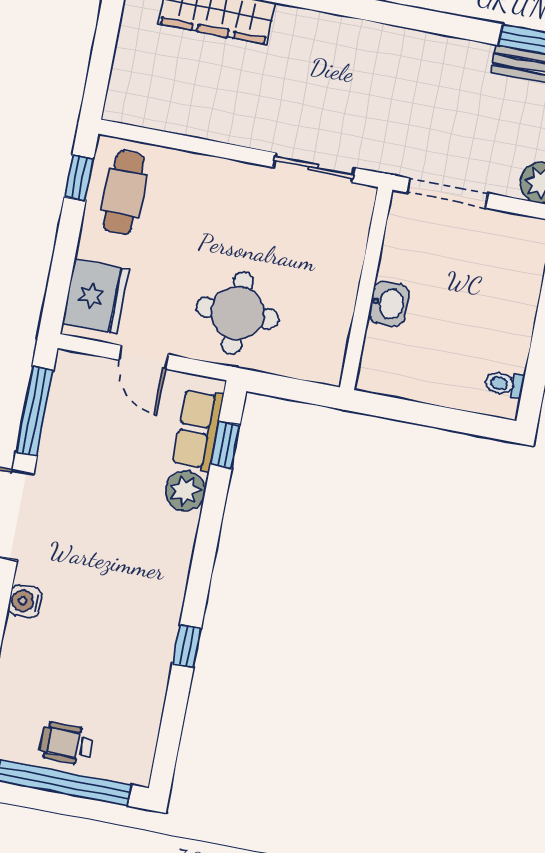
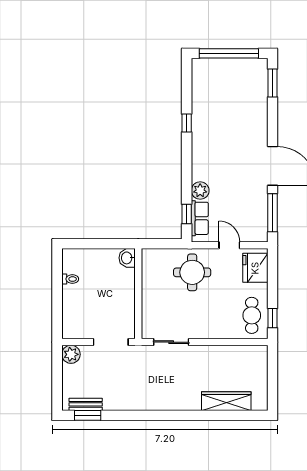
washbasin: (389, 304) -> (127, 258), moved
toilet: (504, 384) -> (70, 279), moved
water cooler: (25, 601) -> (261, 129), removed
wheelchair: (67, 743) -> (231, 71), removed

